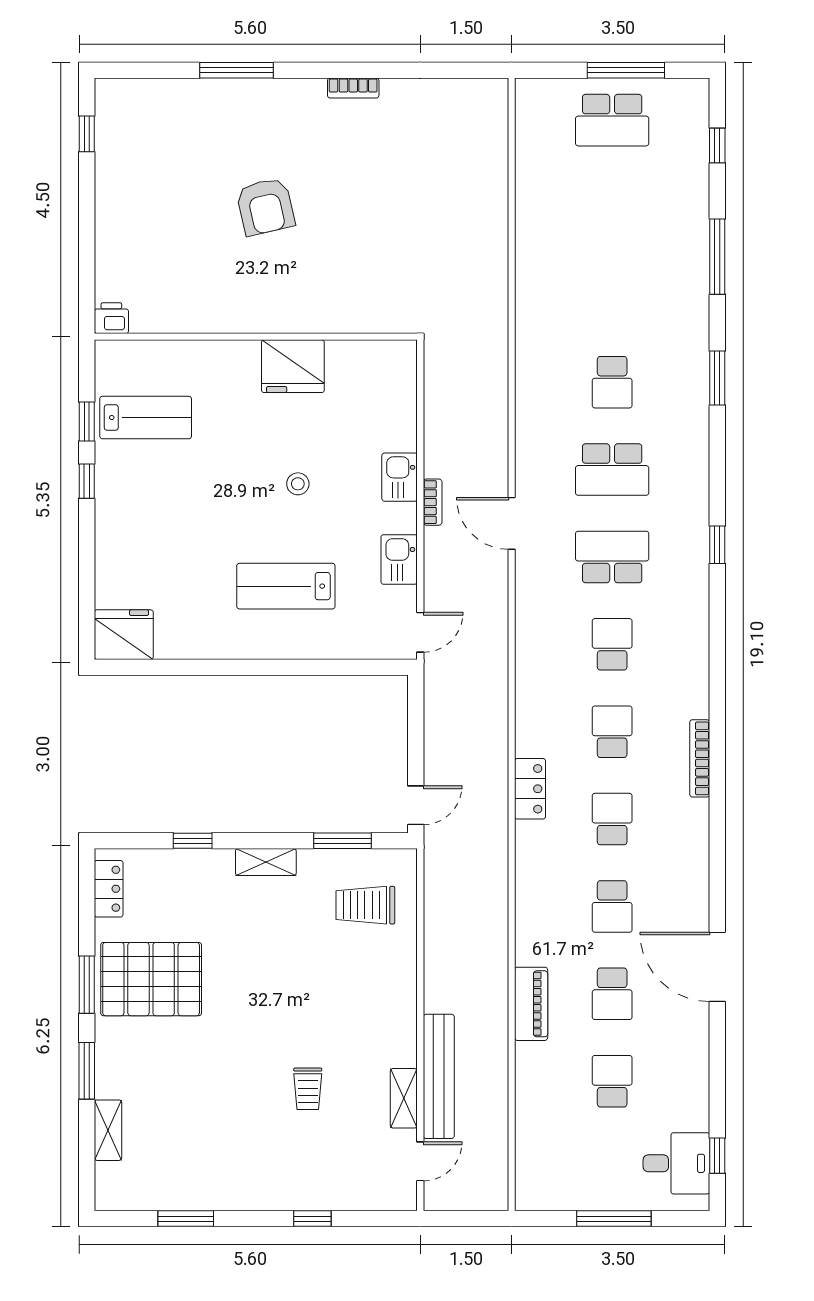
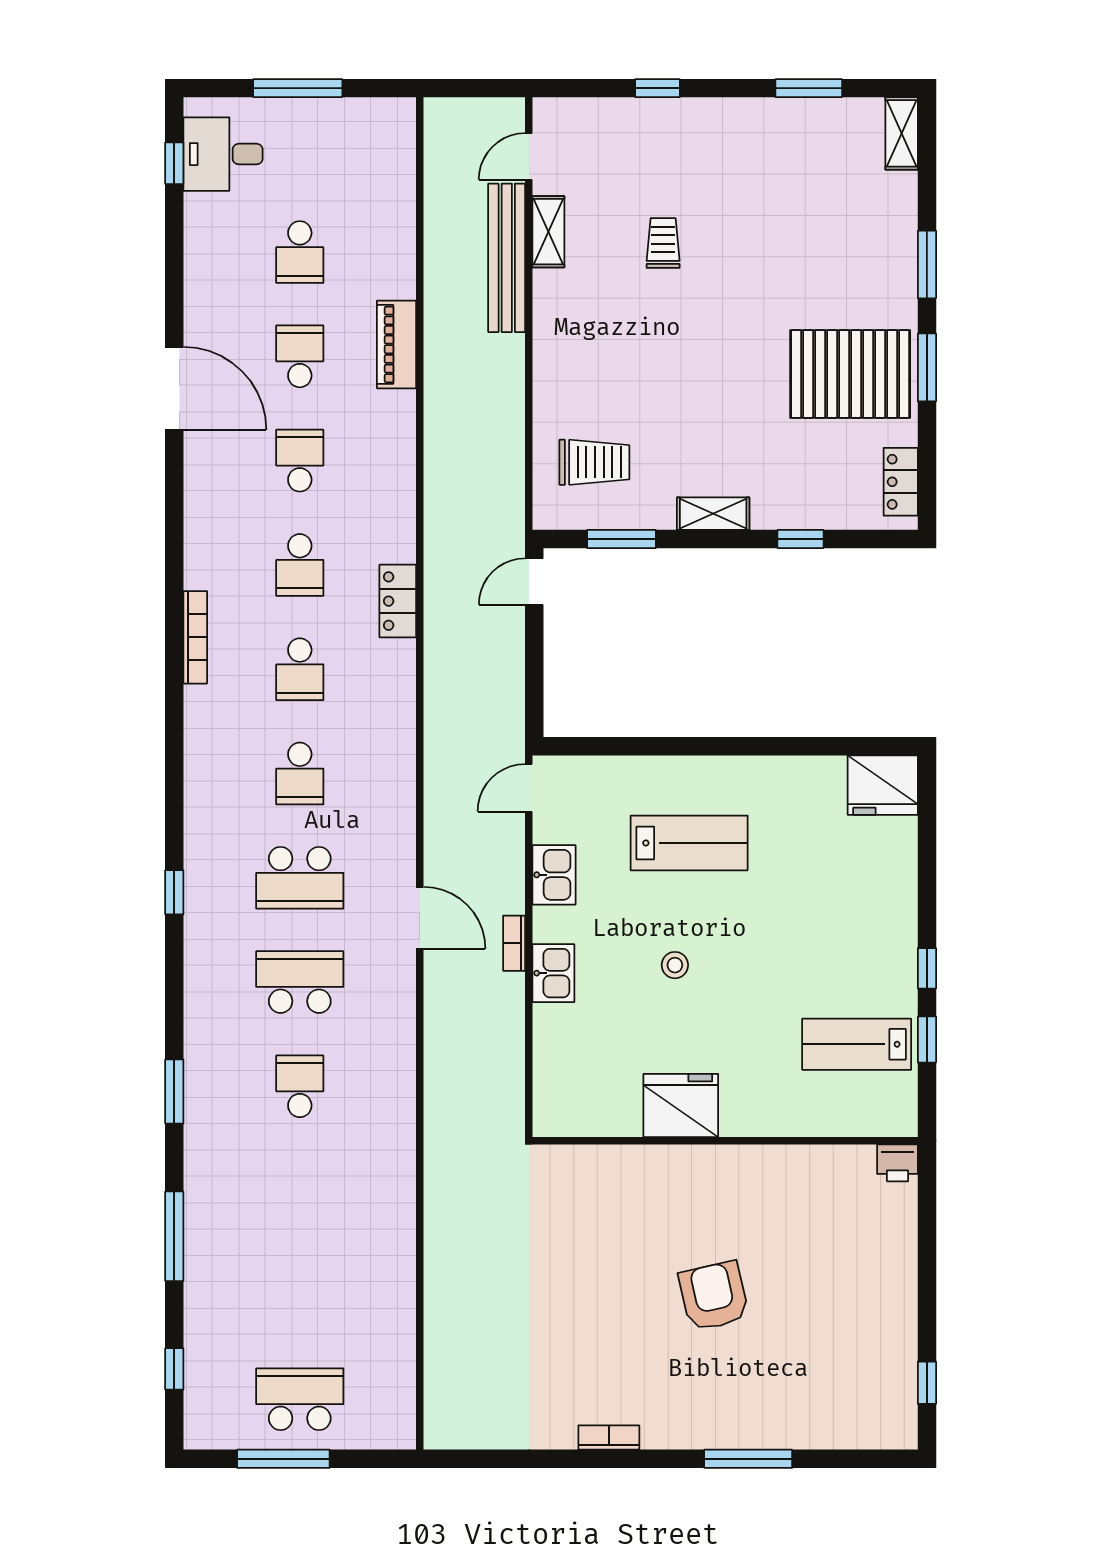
shelving: (108, 1130) -> (902, 133), moved

